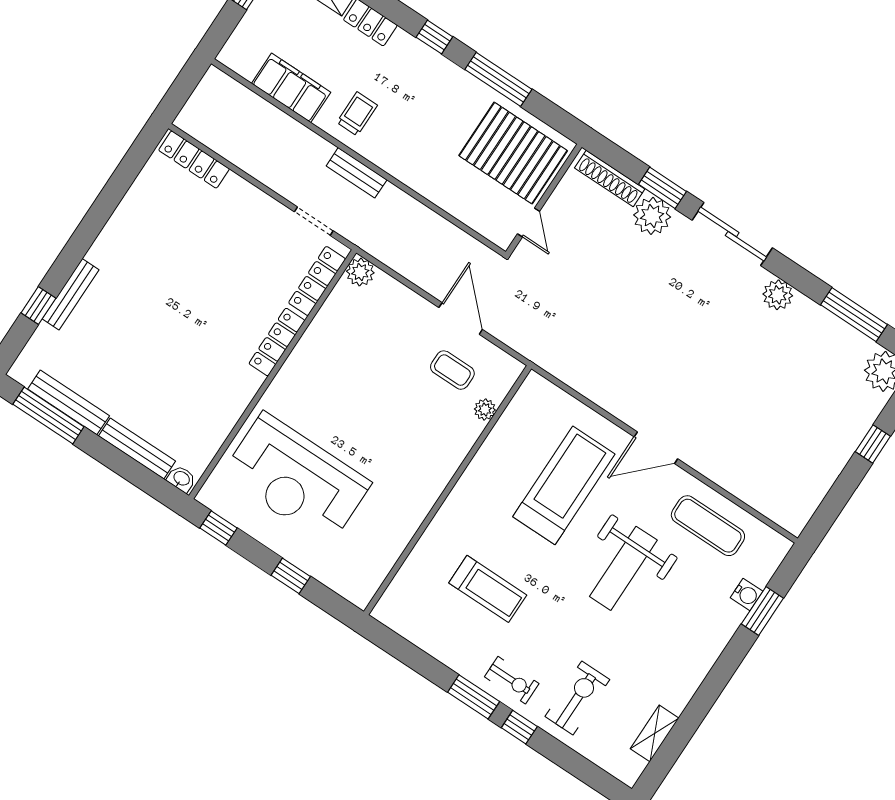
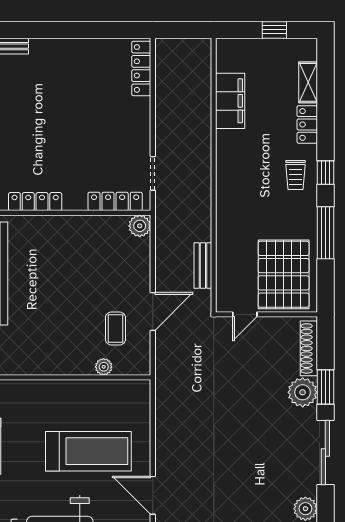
trolley: (357, 114) -> (296, 175), moved, turned 90
bench: (357, 173) -> (203, 265), moved
locker: (277, 342) -> (35, 202), moved

